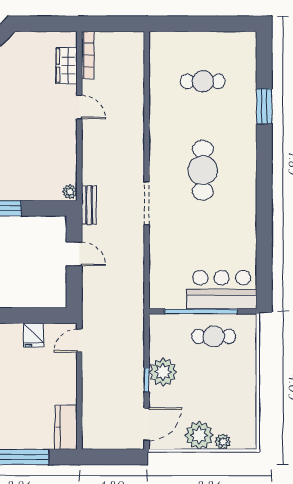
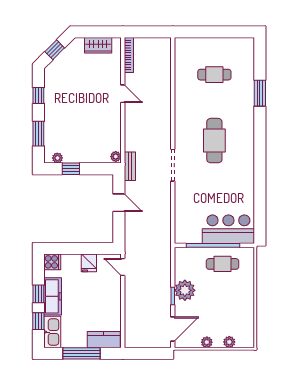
wardrobe: (67, 65) -> (98, 45), moved, turned -90
door: (79, 341) -> (123, 267), hinge flipped
kitchen counter: (66, 427) -> (104, 340), moved, turned 90
plant: (199, 435) -> (207, 342), width x0.53, depth x0.53

